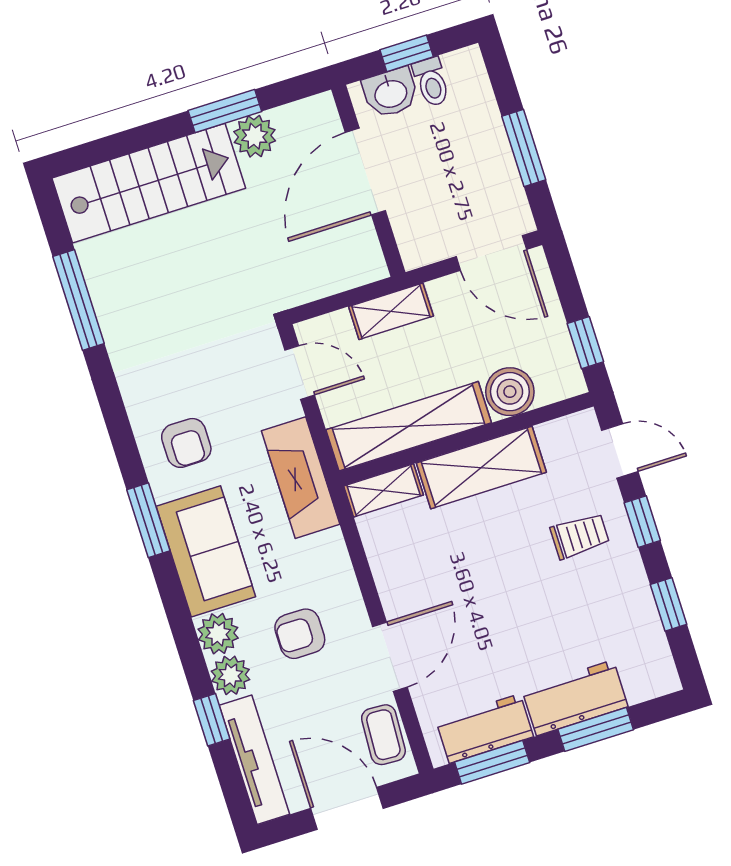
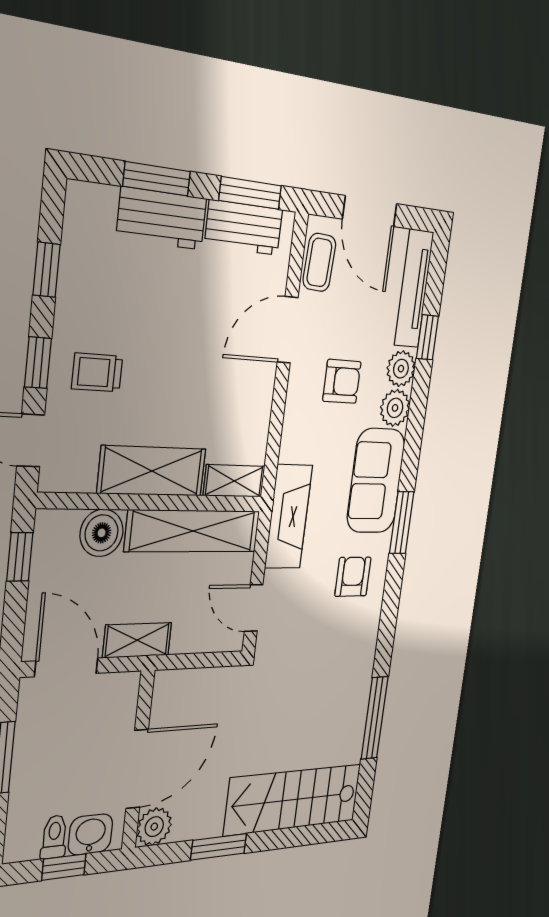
plant: (255, 136) -> (154, 827), moved
shelving: (391, 311) -> (137, 640), moved

